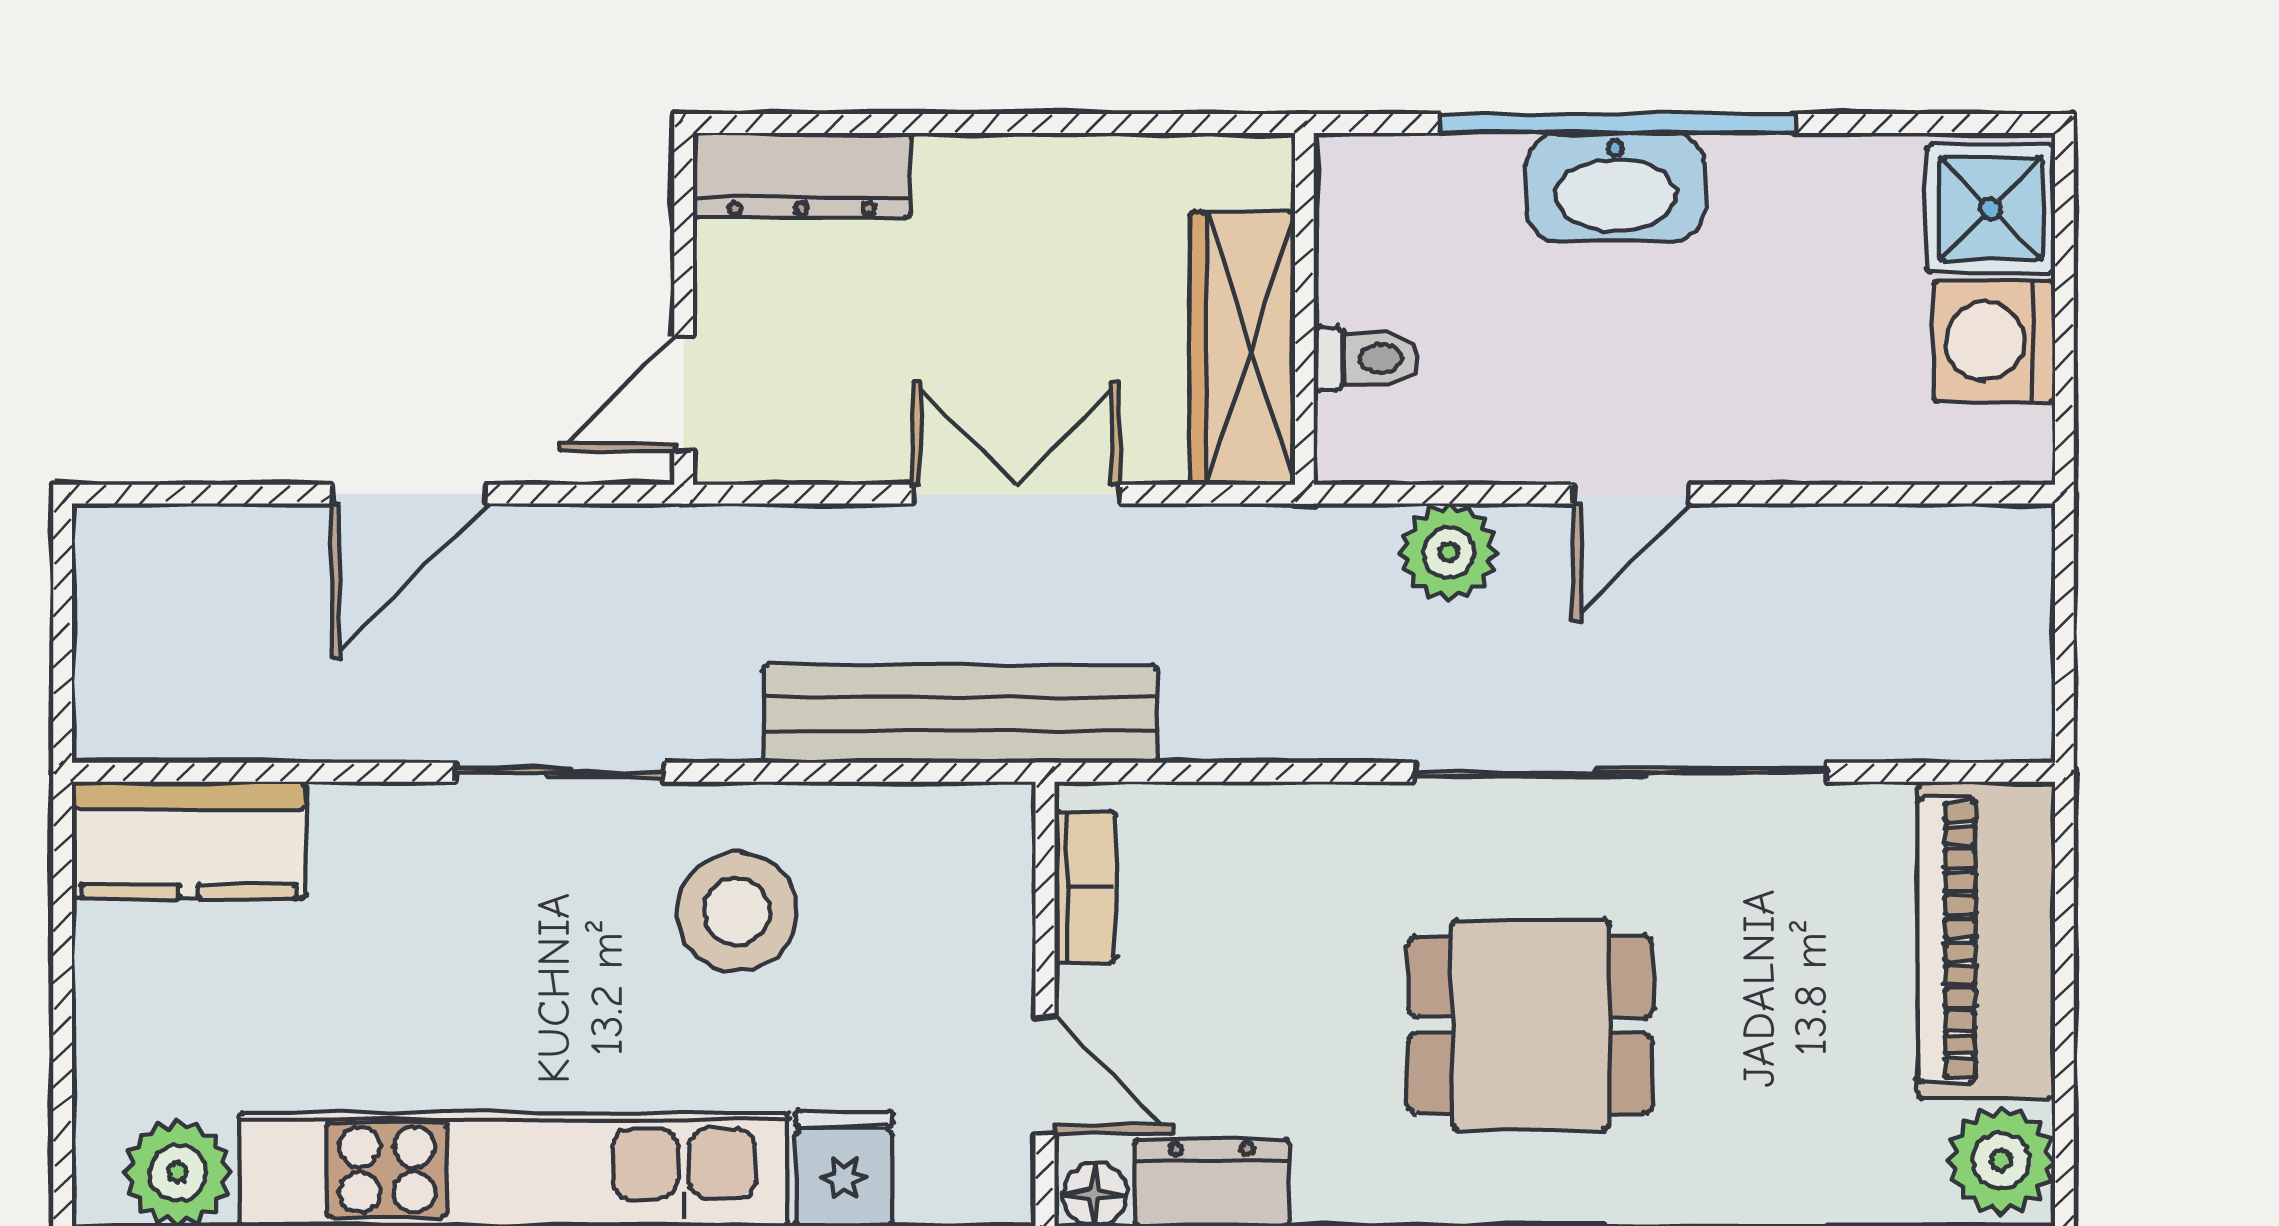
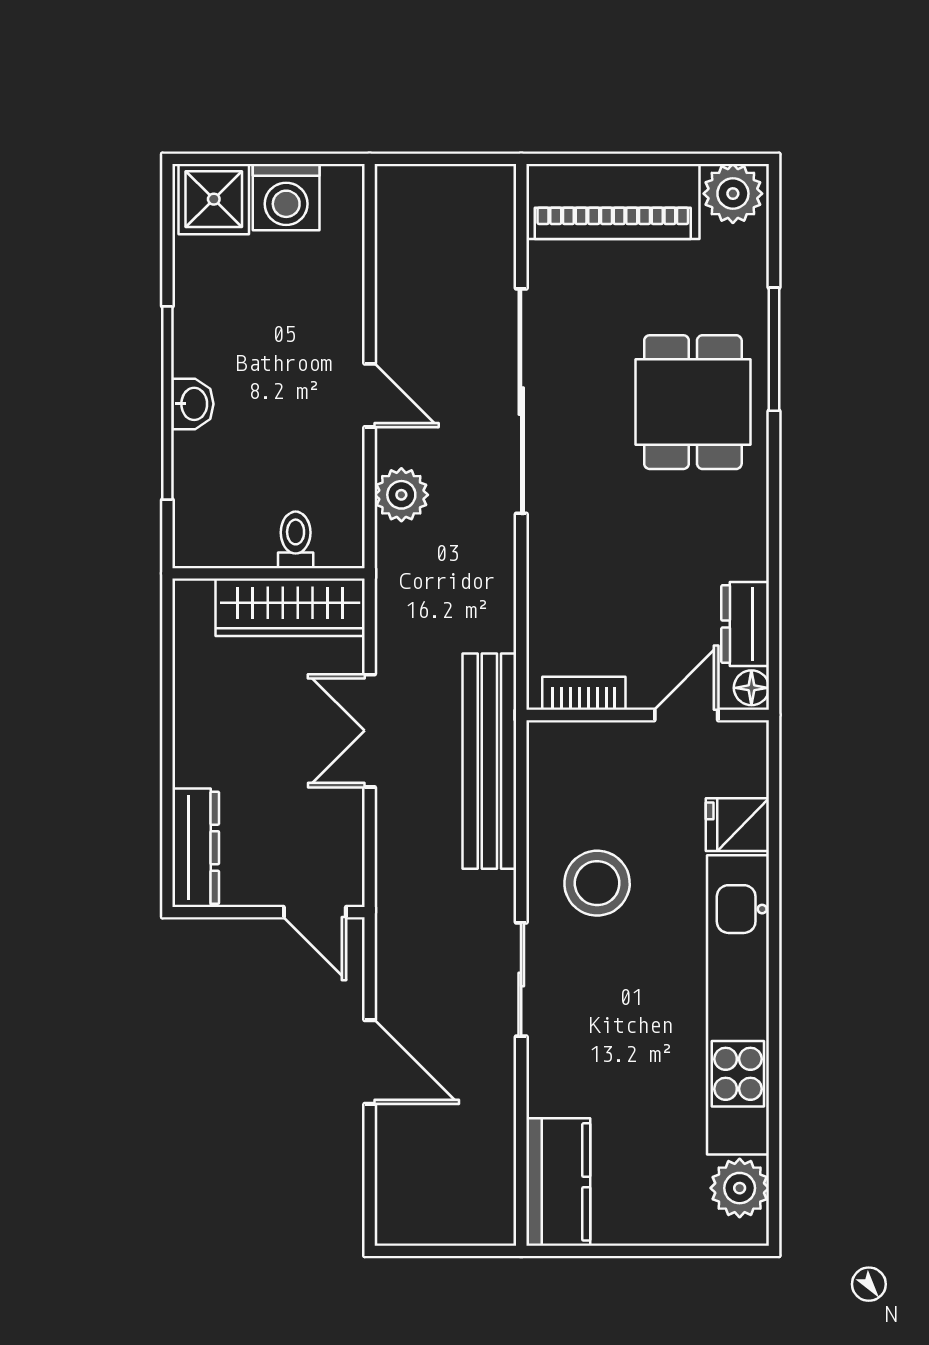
washbasin: (1615, 187) -> (193, 404), width x0.52, depth x0.69
dining table: (1530, 1025) -> (693, 402), moved

